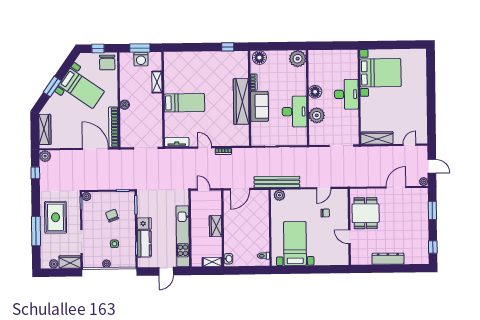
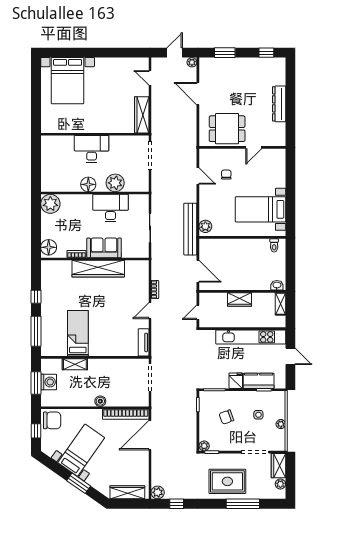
window: (185, 47) -> (36, 331), added
window: (228, 47) -> (36, 297), moved
bed with nightstands: (380, 73) -> (68, 81), moved, turned 180
bed: (184, 103) -> (78, 333), moved

